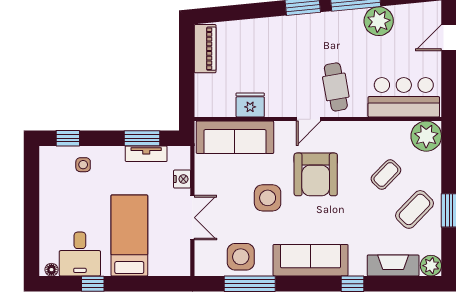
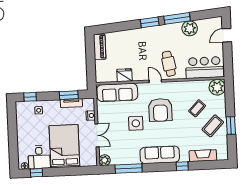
door: (309, 119) -> (155, 81), swing flipped
bed: (129, 235) -> (64, 146), width x1.50
side table: (241, 257) -> (123, 155), removed
plant: (431, 266) -> (105, 160), moved
window: (93, 284) -> (36, 173), moved

